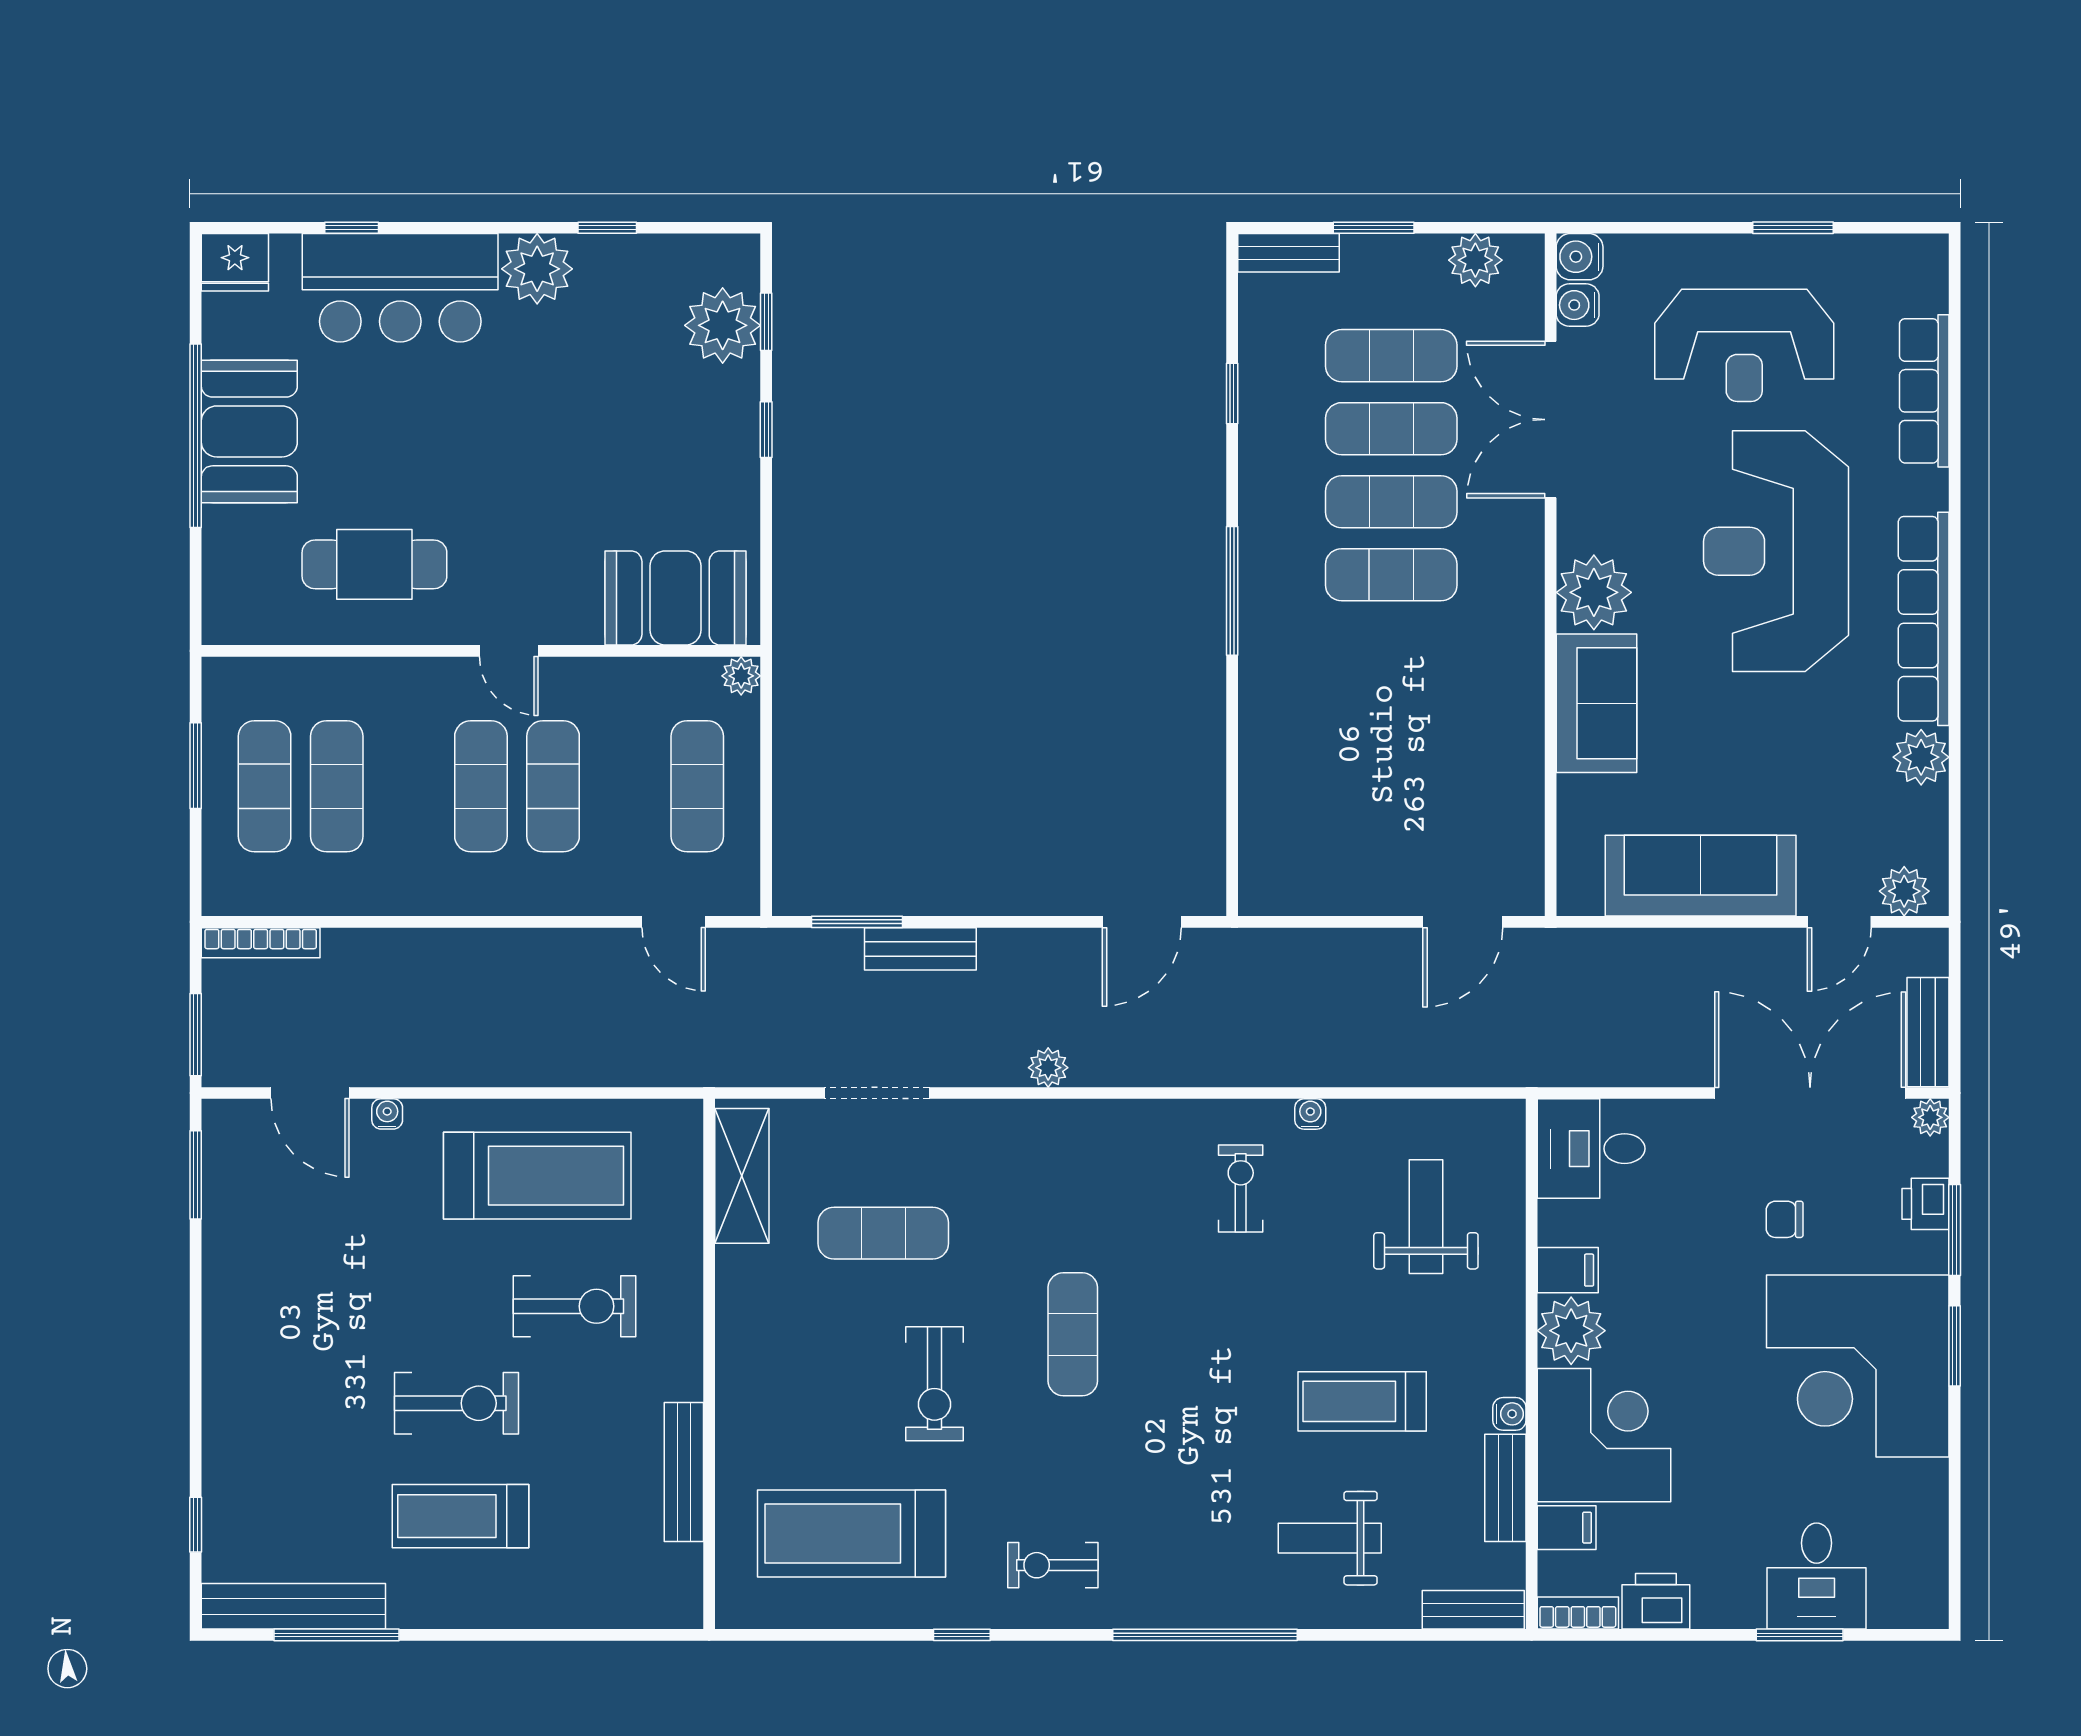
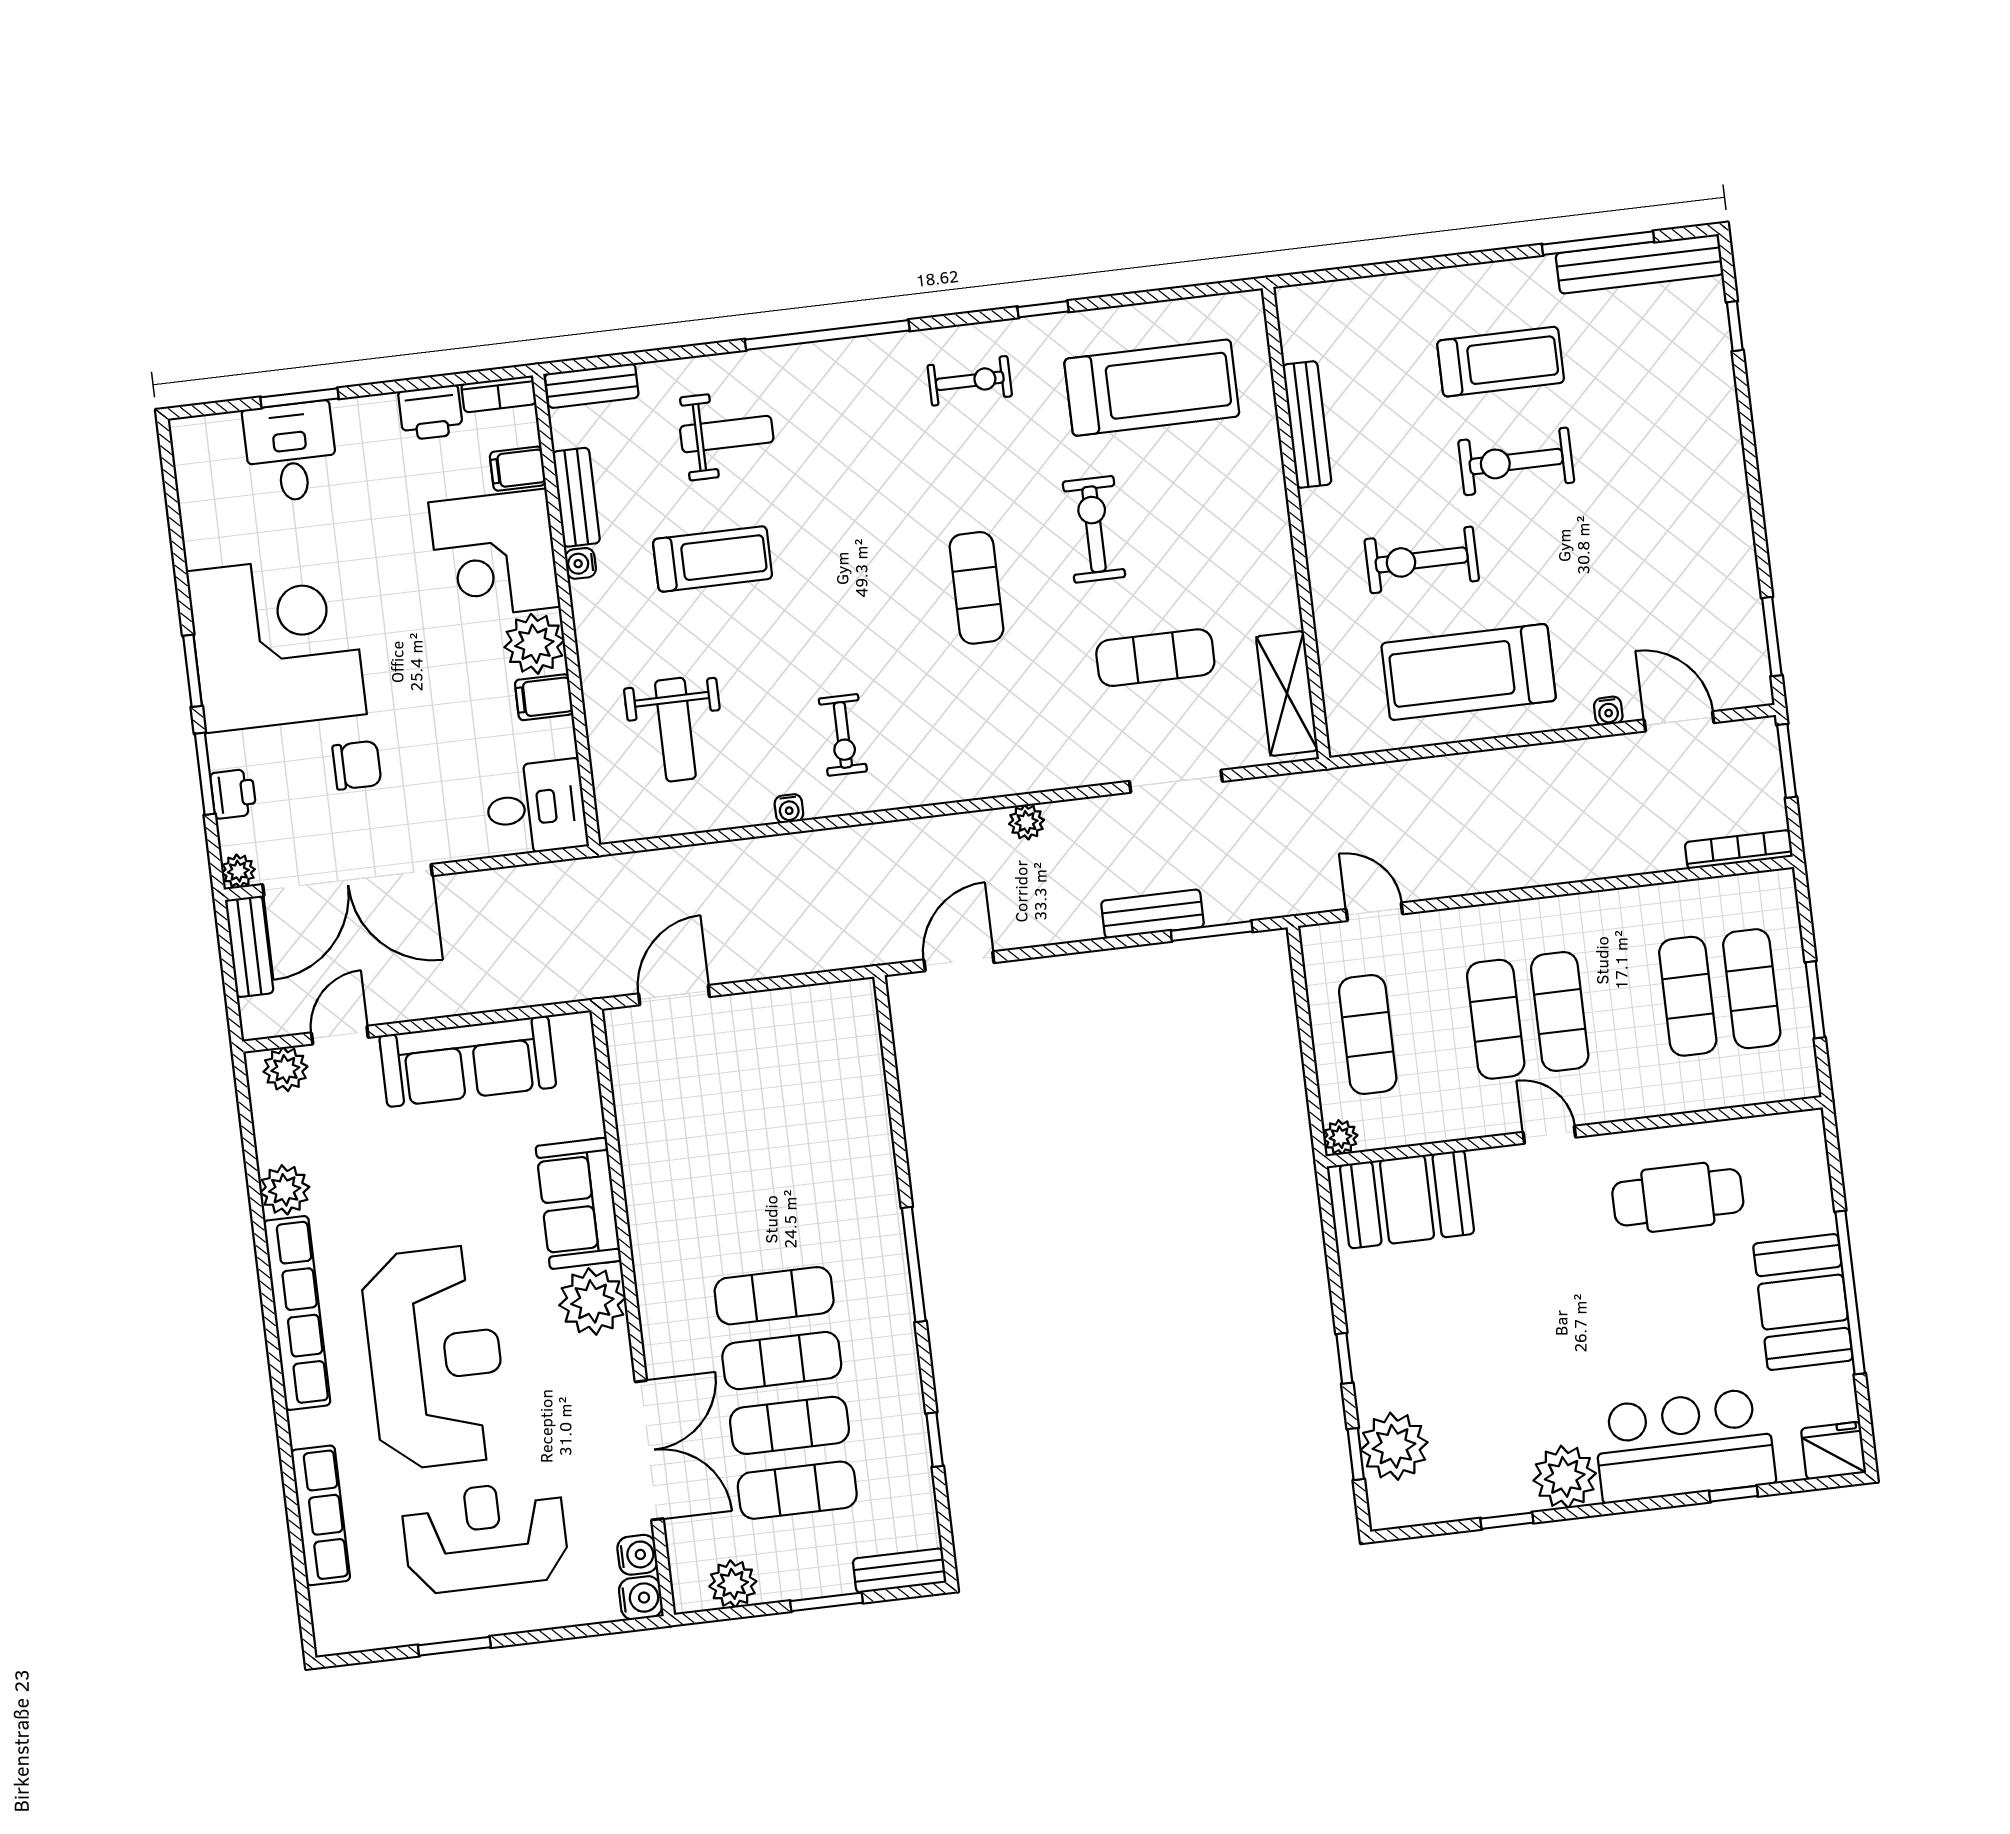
chair: (1785, 1219) -> (357, 765), width x1.37, depth x1.37

